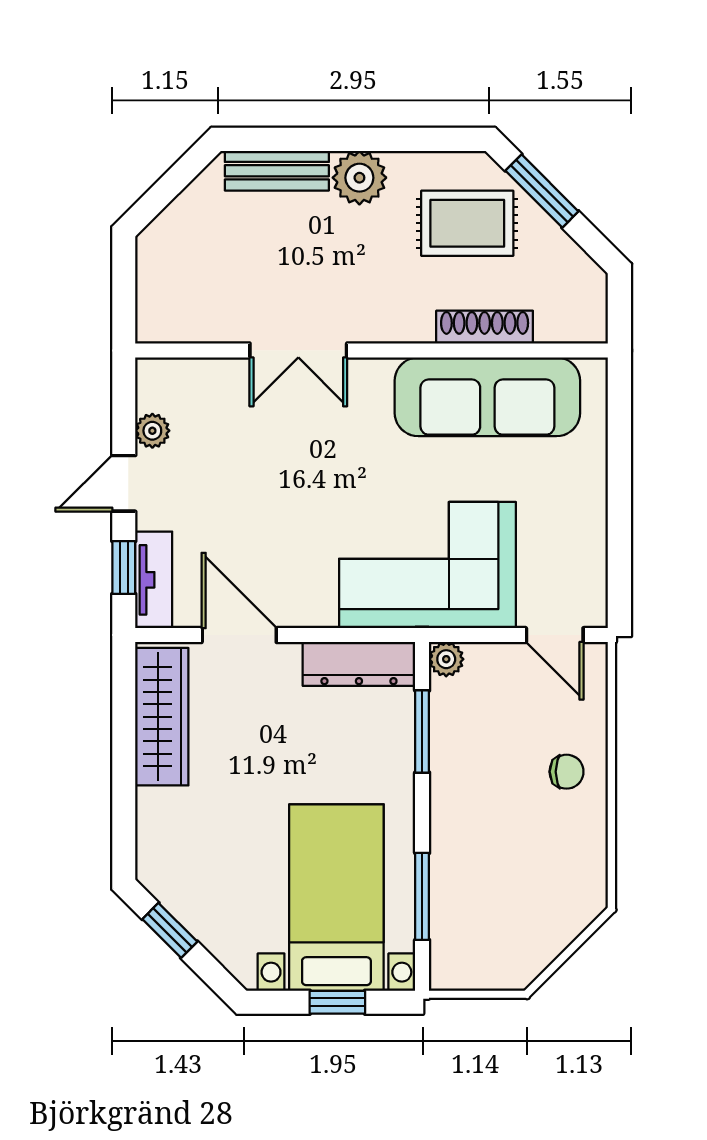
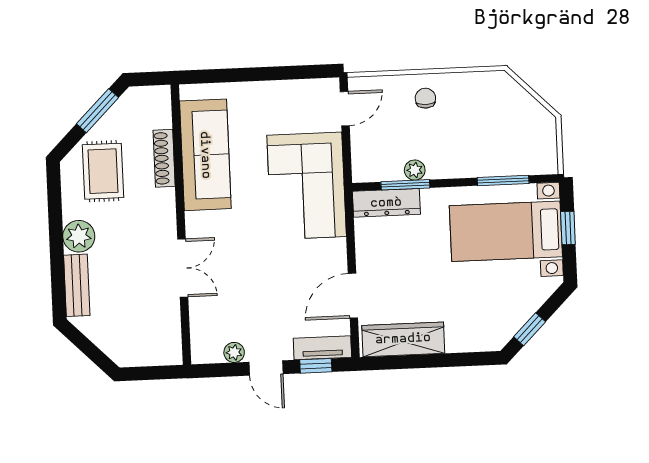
window: (542, 191) -> (98, 111), moved
plant: (446, 659) -> (415, 170), moved
dresser: (359, 664) -> (386, 203), moved, turned 90

